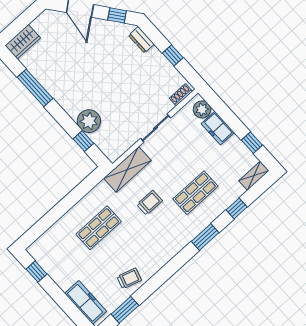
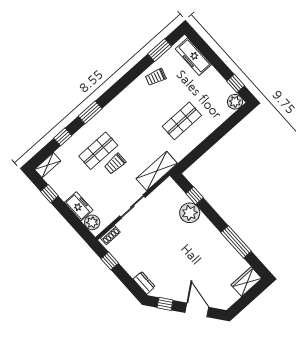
window: (173, 55) -> (110, 261), moved
trolley: (150, 203) -> (115, 164), moved
plant: (37, 250) -> (235, 102), added

